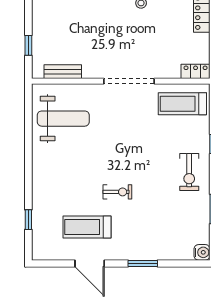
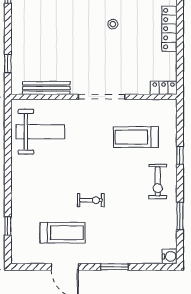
bench: (63, 72) -> (46, 88), width x1.36
treadmill: (182, 104) -> (136, 137), moved
treadmill: (87, 227) -> (62, 233), turned 180

